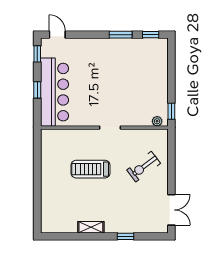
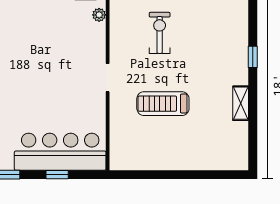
exercise bike: (144, 167) -> (160, 33), turned -143
treadmill: (91, 169) -> (163, 104), turned 90

